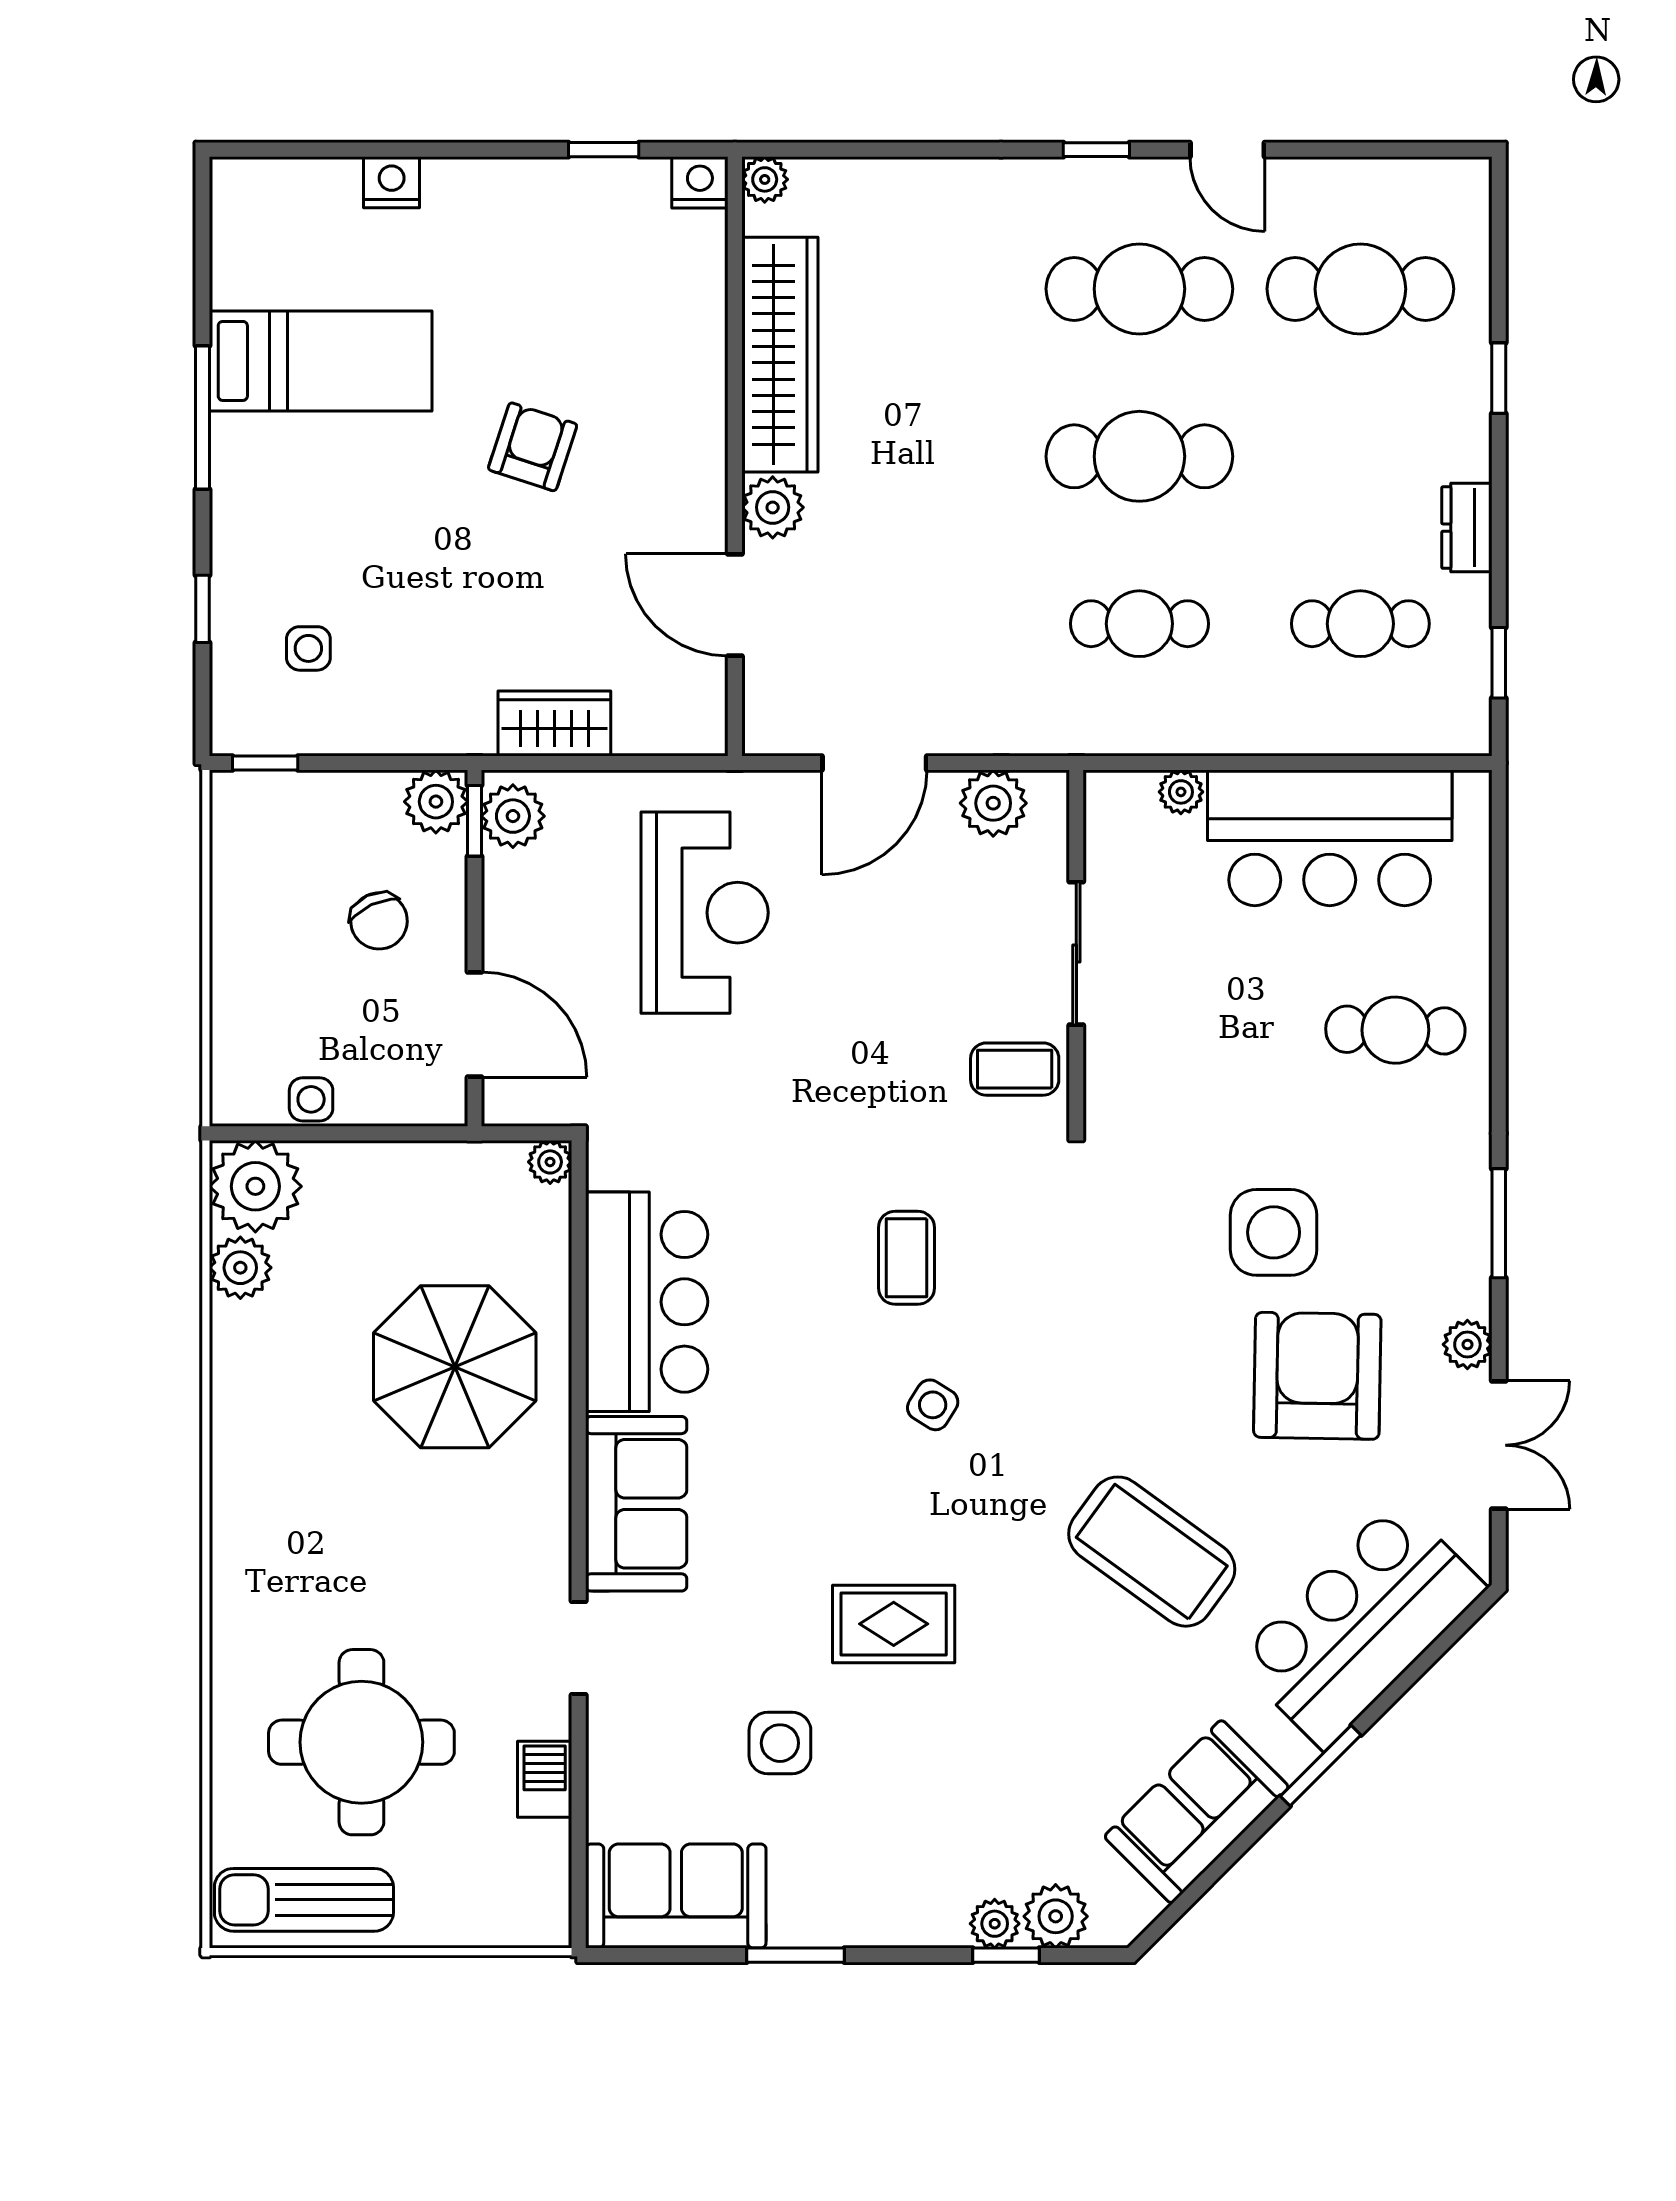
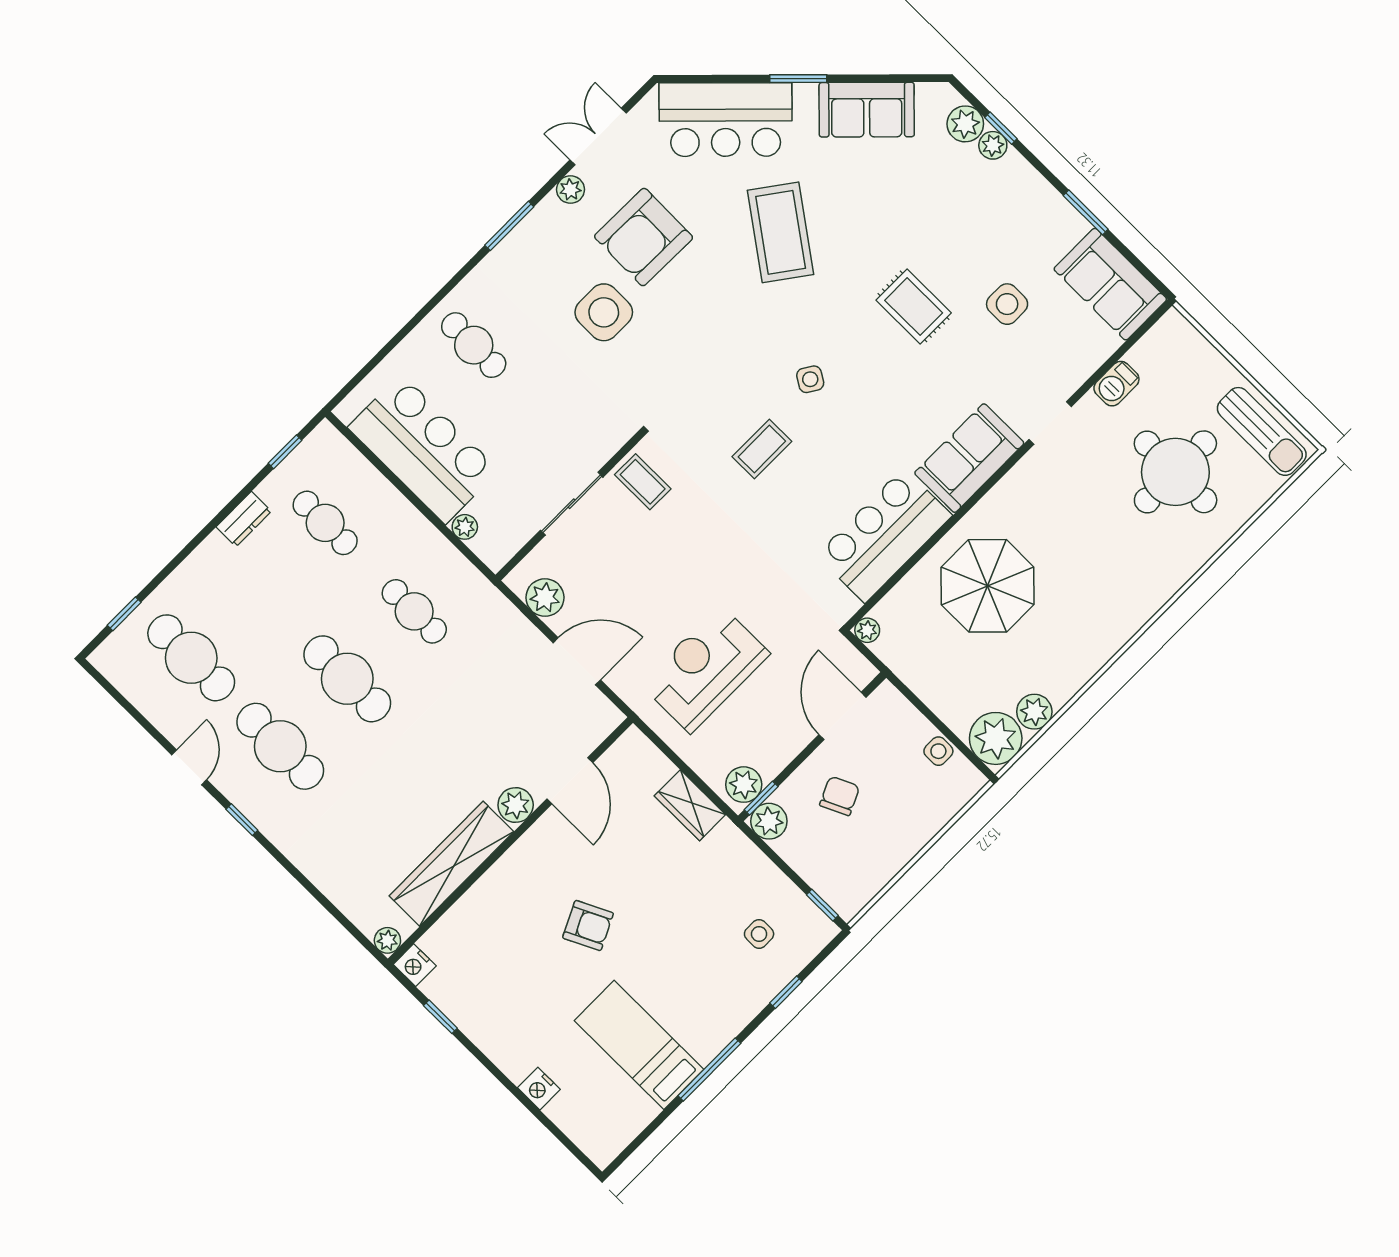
window: (1499, 378) -> (124, 614), moved
armchair: (533, 447) -> (588, 925), turned -134

